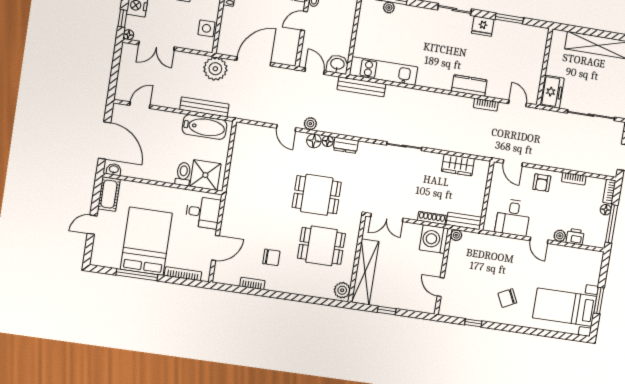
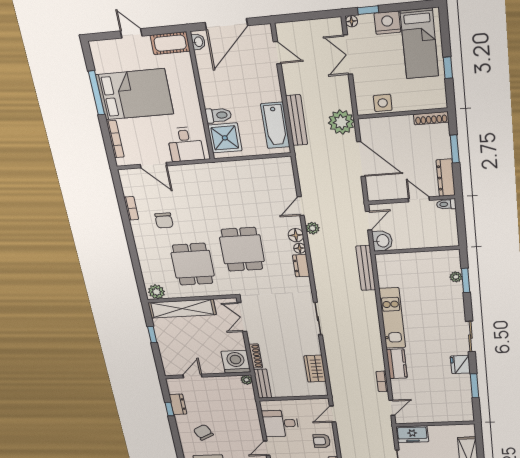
kitchen unit: (384, 71) -> (392, 318), moved
dresser: (470, 312) -> (178, 404), added

